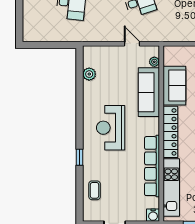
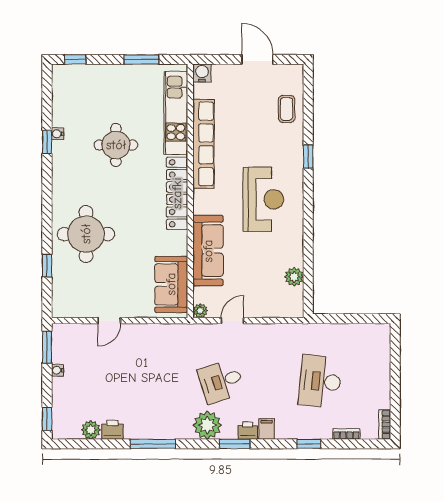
door: (132, 44) -> (232, 321), swing flipped
plant: (154, 62) -> (200, 311), moved
sofa: (174, 86) -> (171, 284), moved

